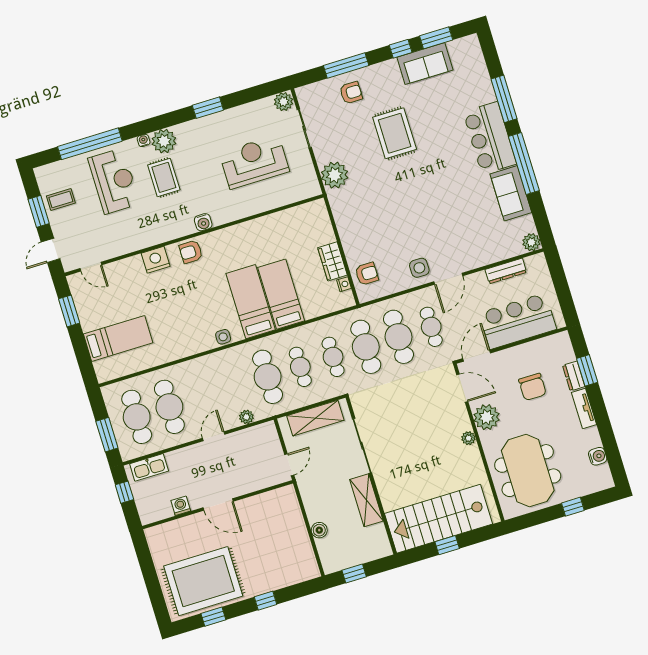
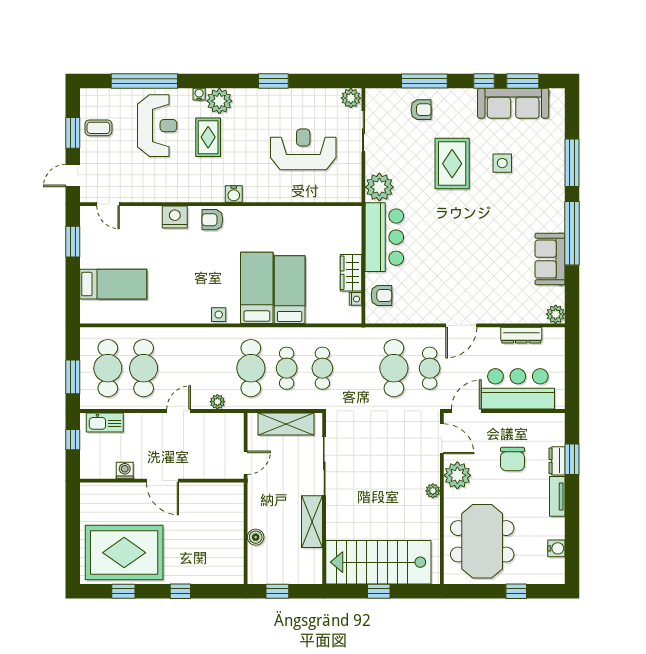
sofa: (425, 64) -> (513, 103), width x1.36
bar counter: (490, 138) -> (384, 237), moved, turned 180
side table: (419, 268) -> (502, 163), moved
cafe table: (366, 347) -> (358, 368), removed

